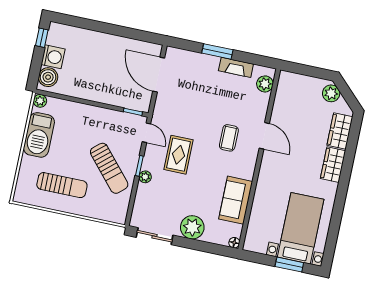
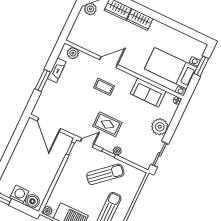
door: (159, 75) -> (49, 125), hinge flipped
bed with nightstands: (301, 228) -> (171, 68), moved

